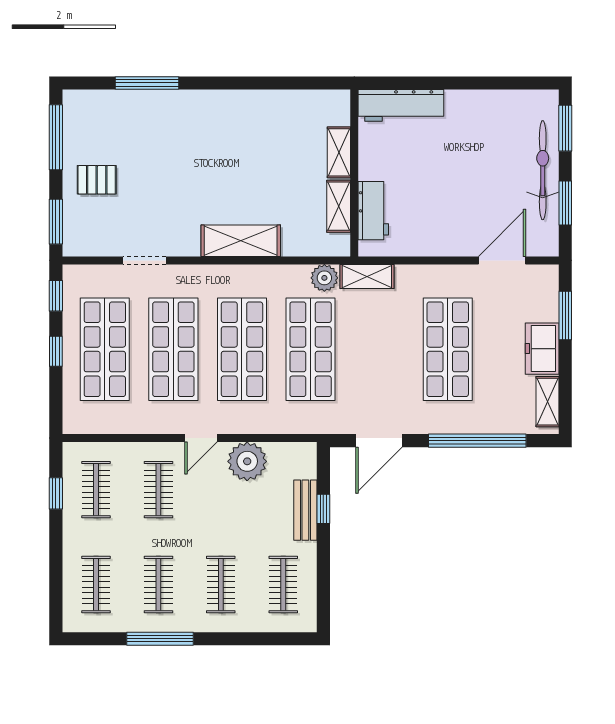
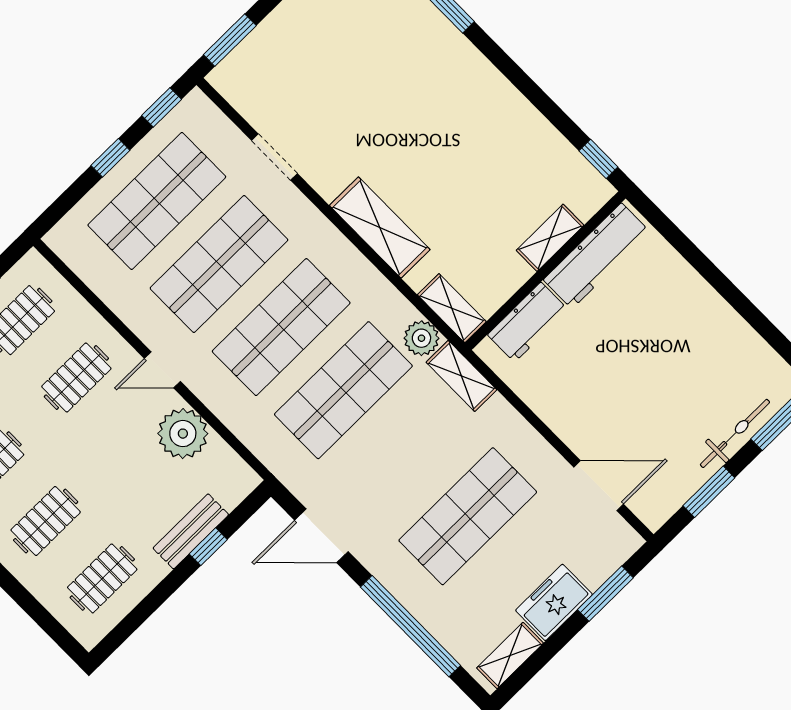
window: (322, 83) -> (598, 159), added
workbench: (401, 105) -> (597, 256), moved, turned -90
bicycle: (543, 170) -> (735, 433), width x0.73, depth x0.71
pallet: (97, 180) -> (305, 40), removed
shelving: (339, 206) -> (452, 308), moved, turned 90

